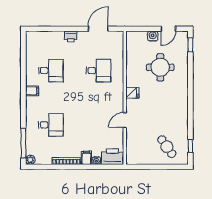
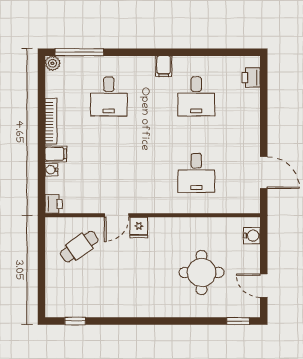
water cooler: (153, 36) -> (252, 236), moved
printer: (71, 37) -> (251, 78), moved
fridge: (132, 93) -> (139, 228), moved
door: (125, 120) -> (117, 215), swing flipped
cafe table: (167, 147) -> (79, 247), moved
printer: (113, 157) -> (54, 204), width x0.53, depth x0.68

